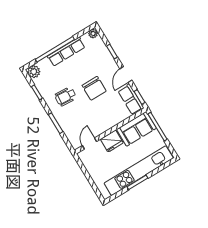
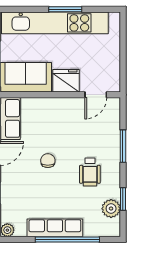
plant: (34, 72) -> (111, 209), moved
chair: (94, 88) -> (48, 161), width x0.54, depth x0.54
wheelchair: (66, 96) -> (90, 172), turned 86

